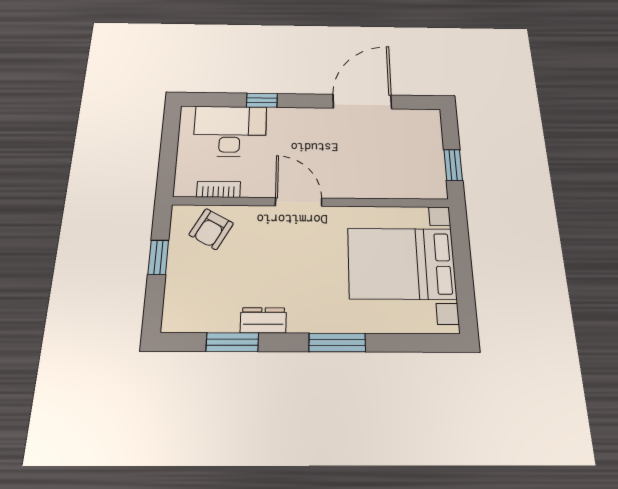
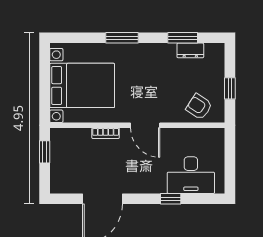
bookcase: (219, 189) -> (106, 133), moved
armchair: (211, 229) -> (199, 107), turned -86
dresser: (263, 320) -> (190, 50), moved

